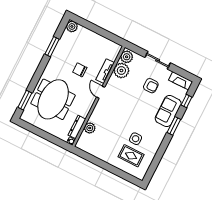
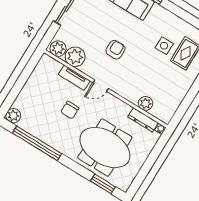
window: (52, 47) -> (37, 143), width x2.11
armchair: (151, 86) -> (116, 50), moved

